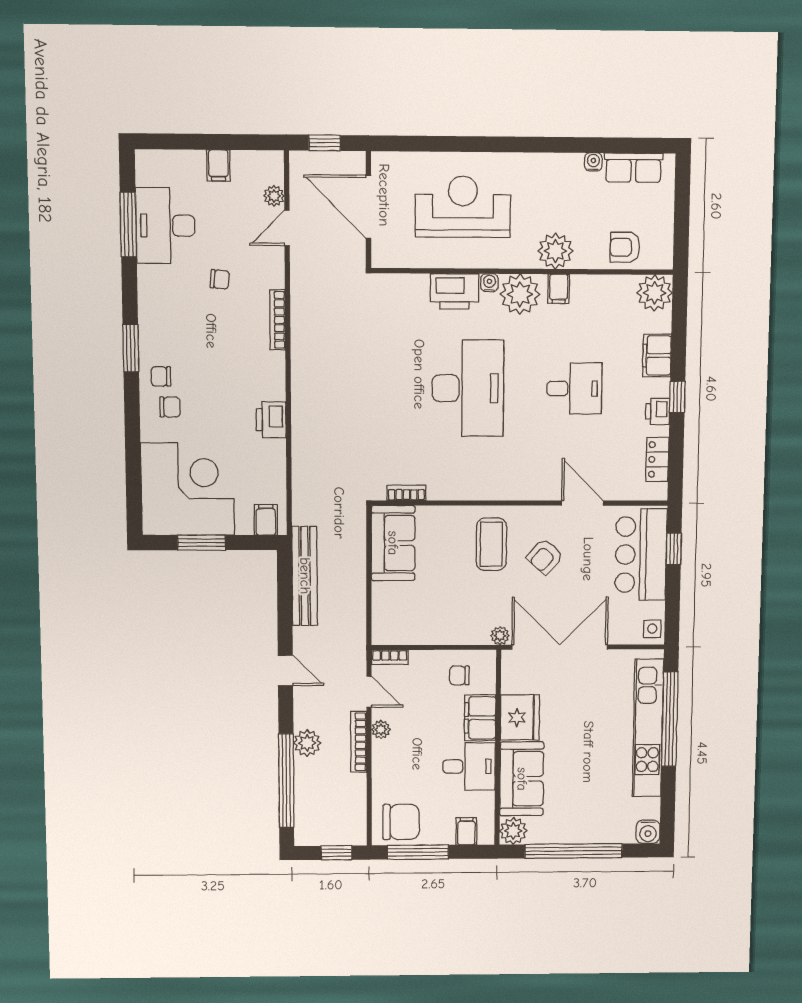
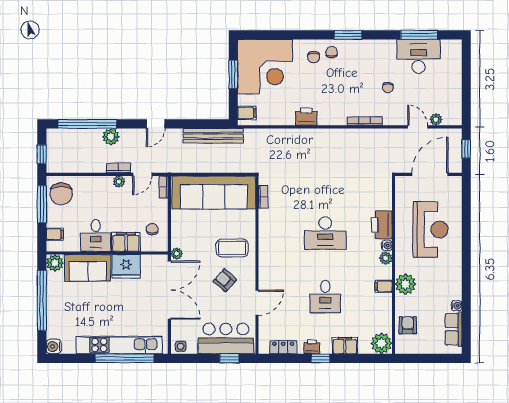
filing cabinet: (218, 165) -> (453, 87), removed
plant: (520, 294) -> (386, 258), width x0.53, depth x0.53
desk: (468, 388) -> (325, 233), width x0.73, depth x0.77
sofa: (393, 543) -> (214, 192), width x1.85, depth x1.27
bookcase: (359, 742) -> (118, 168), width x0.64

